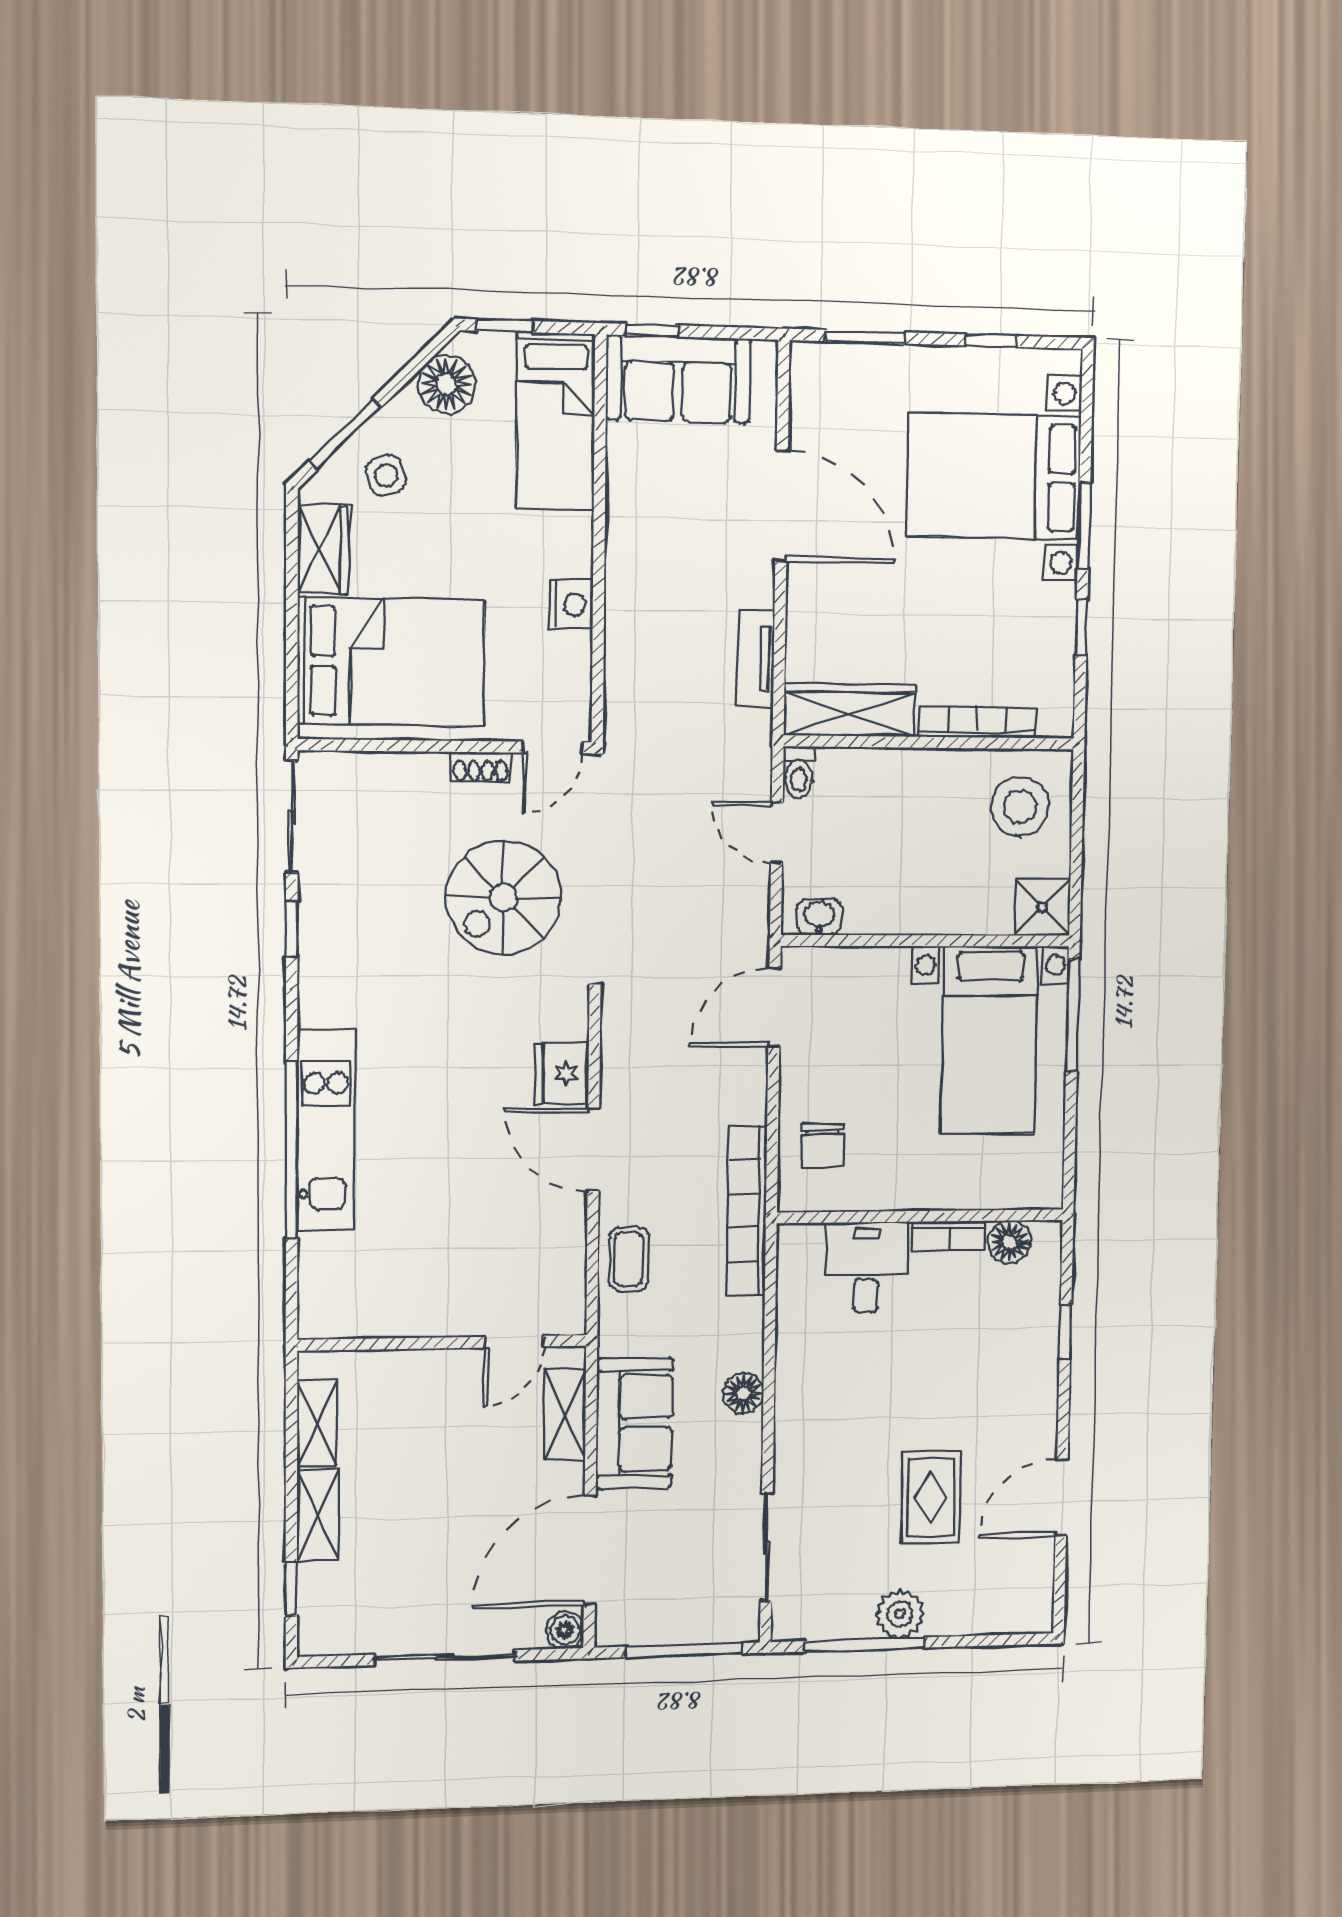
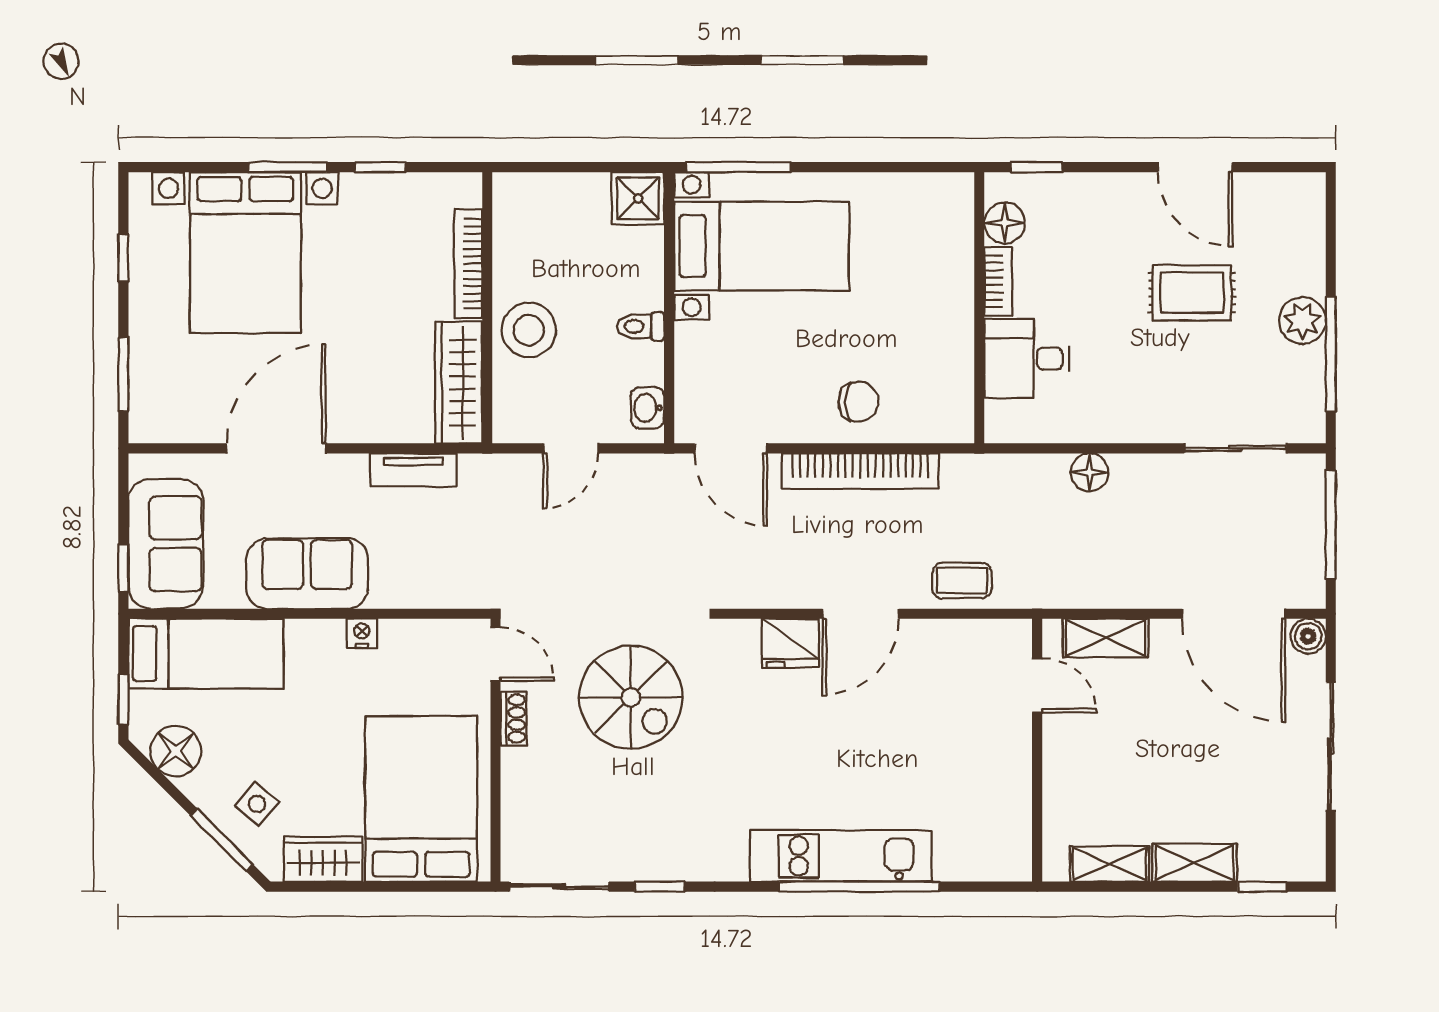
side table: (386, 475) -> (257, 804), turned -32
nightstand: (571, 605) -> (362, 633), width x0.72, depth x0.74
toilet: (799, 772) -> (641, 326), moved, turned 180
stool: (1020, 807) -> (529, 330), moved
bookcase: (747, 1210) -> (860, 471), moved
wall: (921, 1216) -> (979, 308), moved
bookcase: (948, 1236) -> (998, 281), moved
floor lamp: (1009, 1242) -> (1005, 223), moved
desk: (866, 1268) -> (1027, 359), moved
sofa: (634, 1423) -> (307, 574), moved

